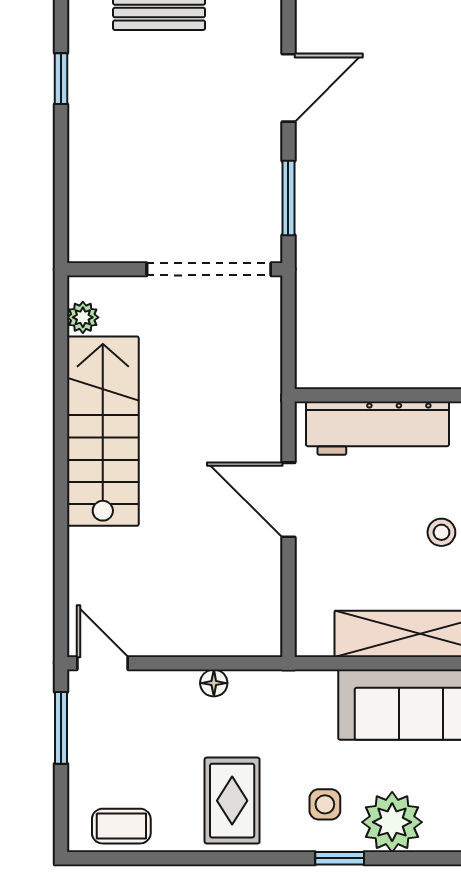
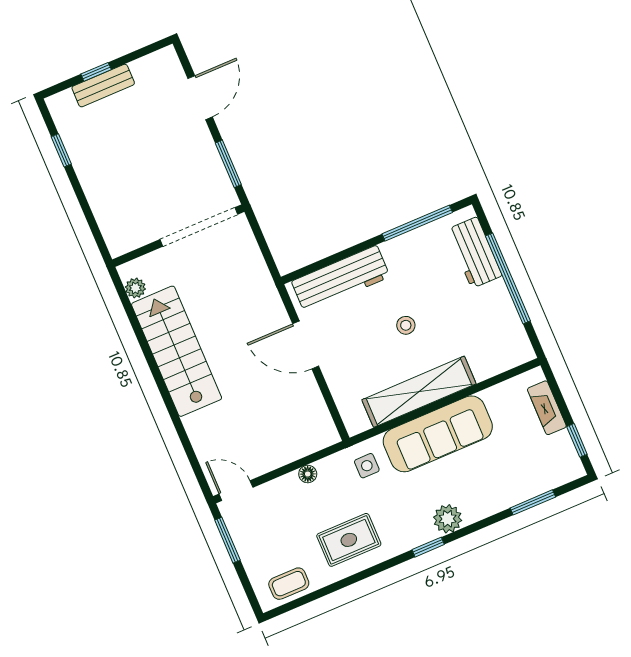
rug: (232, 801) -> (349, 540), turned 90
side table: (325, 804) -> (367, 466), moved
plant: (392, 822) -> (448, 519), width x0.73, depth x0.73

